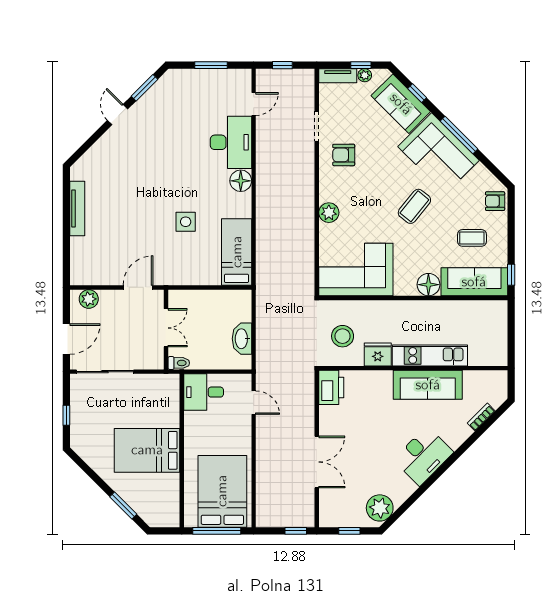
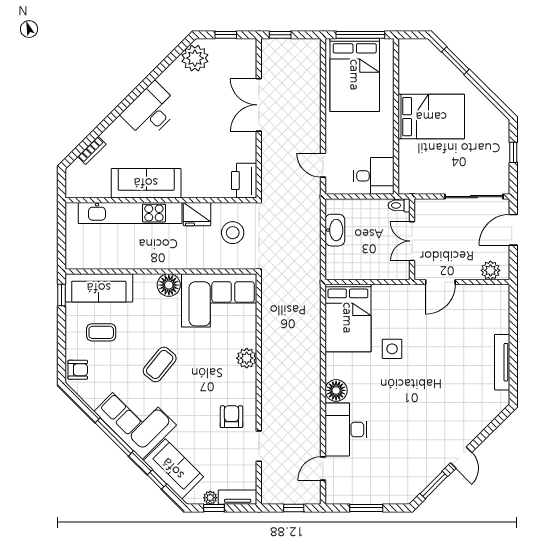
armchair: (344, 155) -> (232, 417), turned -90
bed: (237, 252) -> (348, 318), width x1.50
floor lamp: (428, 285) -> (169, 285), moved
kitchen unit: (430, 355) -> (130, 213), width x1.36

